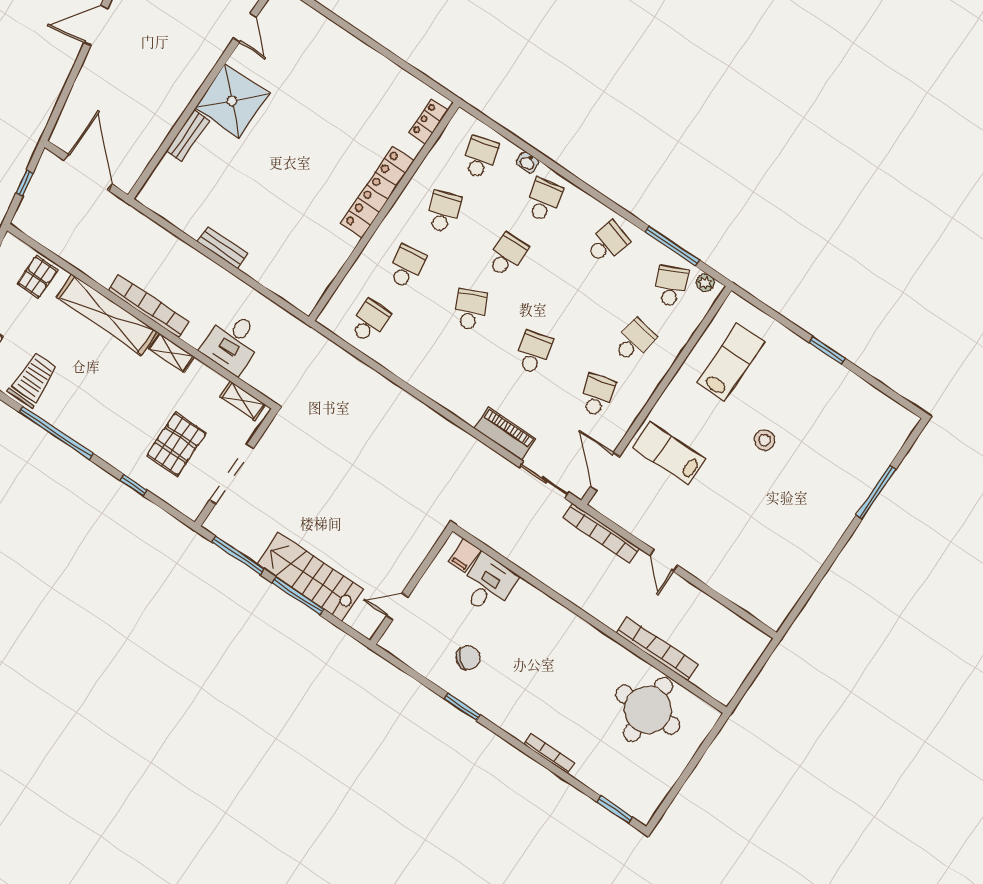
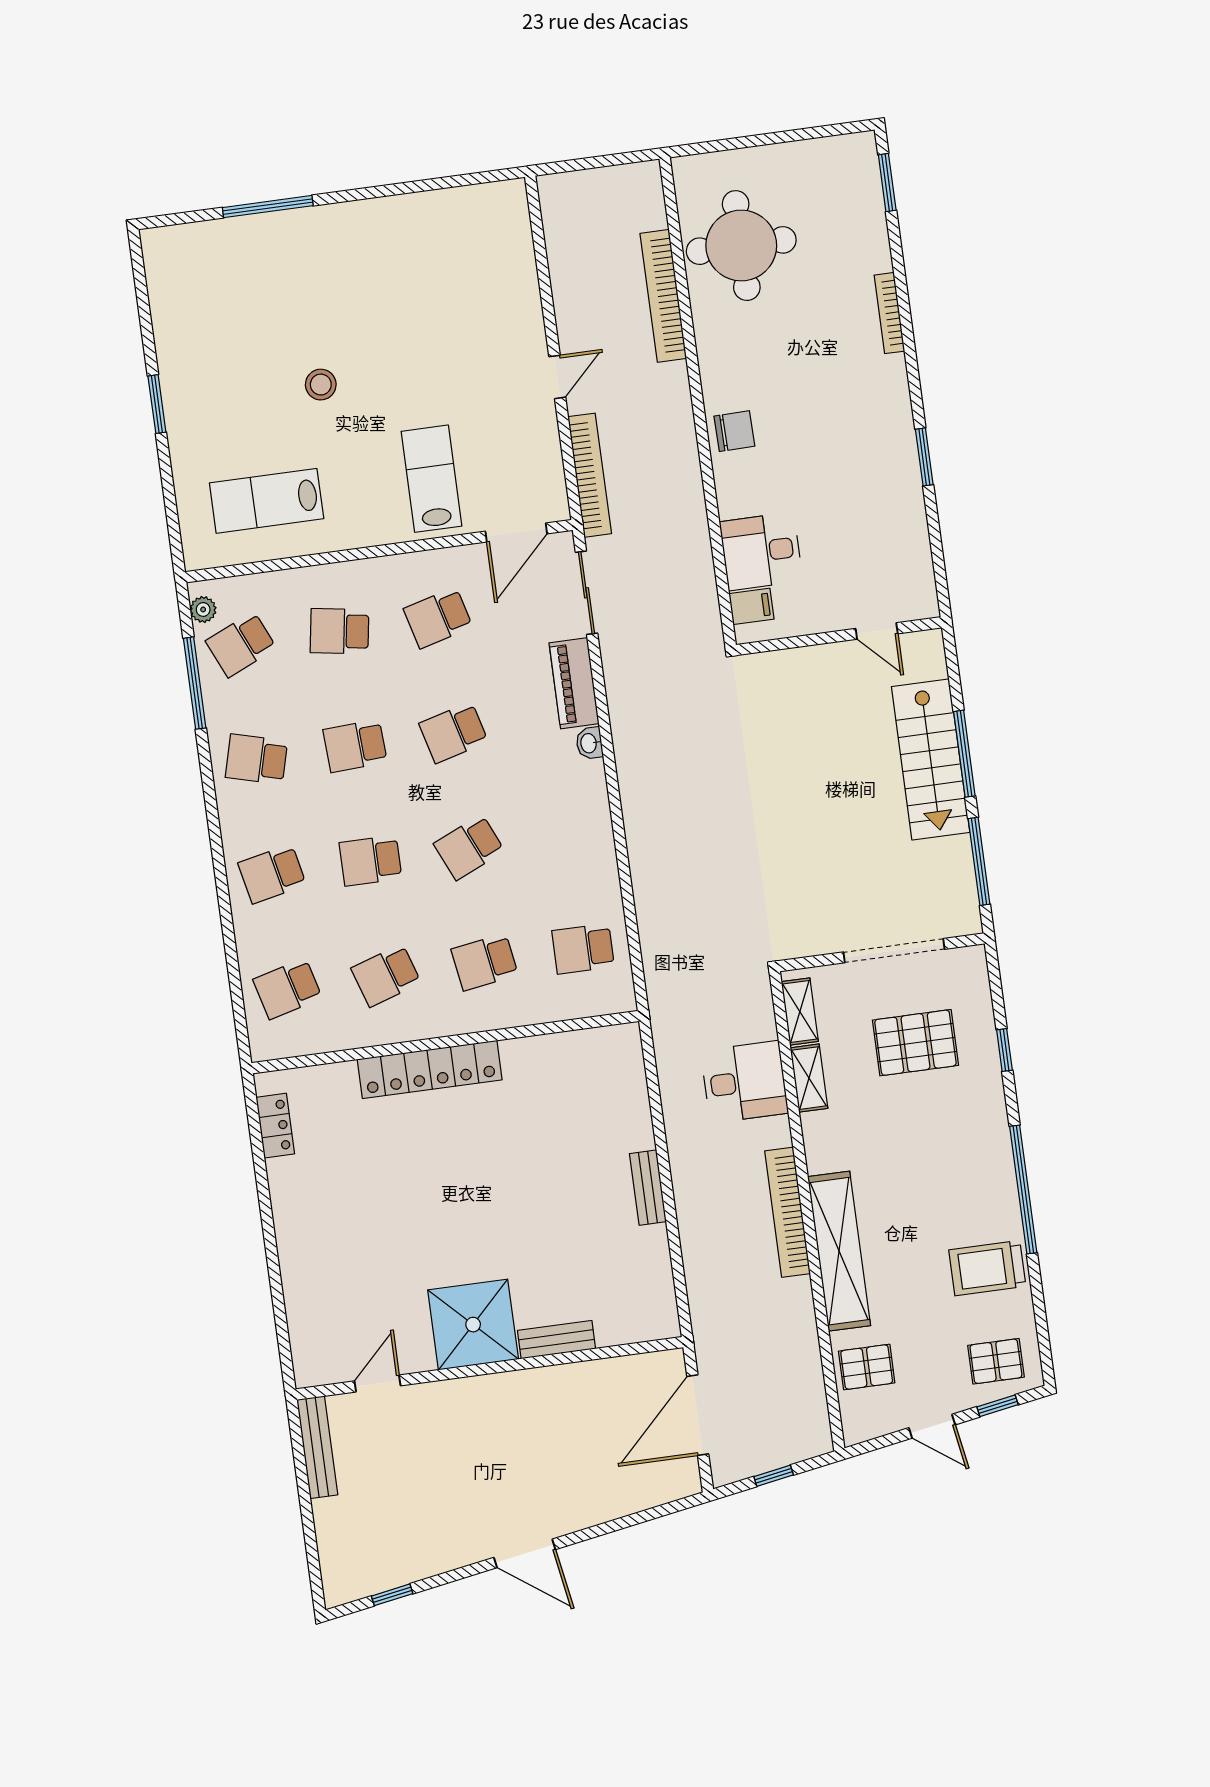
locker: (428, 122) -> (275, 1126), moved, turned -90
washbasin: (528, 162) -> (589, 743), moved, turned 180
school desk: (570, 298) -> (355, 746), added
shelving: (171, 353) -> (809, 1078), moved
lab bench: (669, 453) -> (431, 479), turned 180
chair: (468, 658) -> (734, 431), moved, turned 137

